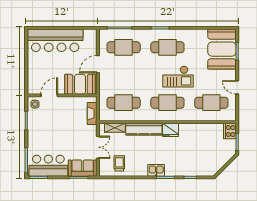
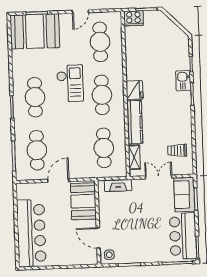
door: (98, 64) -> (58, 180), swing flipped
kitchen sink: (156, 170) -> (183, 81), moved

